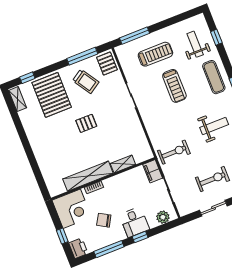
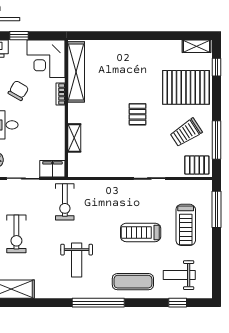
weight bench: (195, 44) -> (179, 275), turned 180
shelving: (88, 176) -> (76, 72), moved

